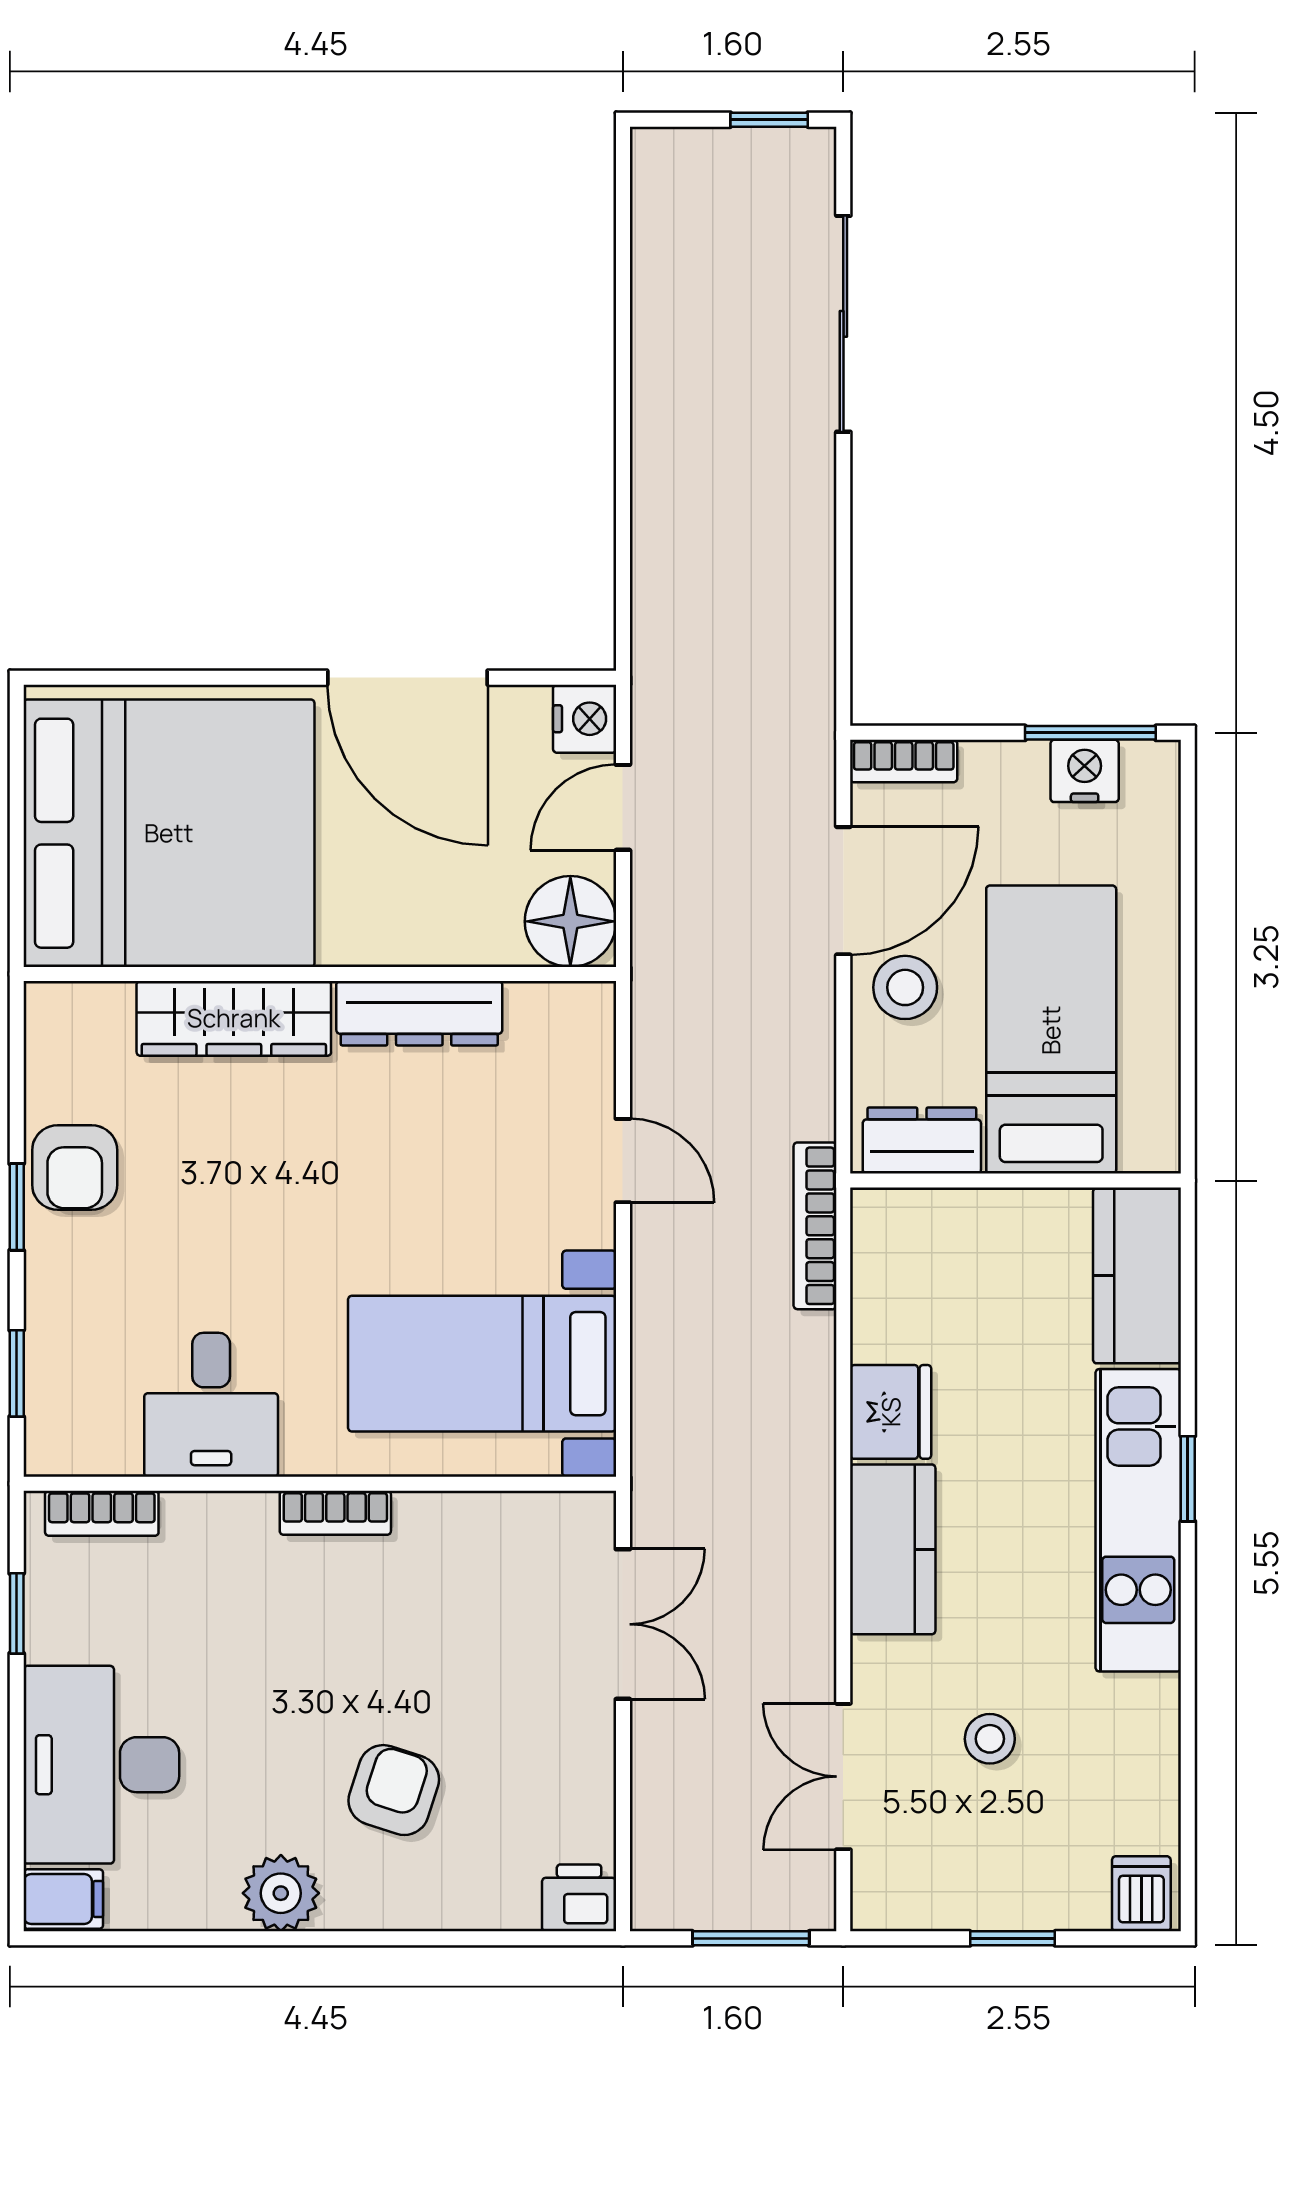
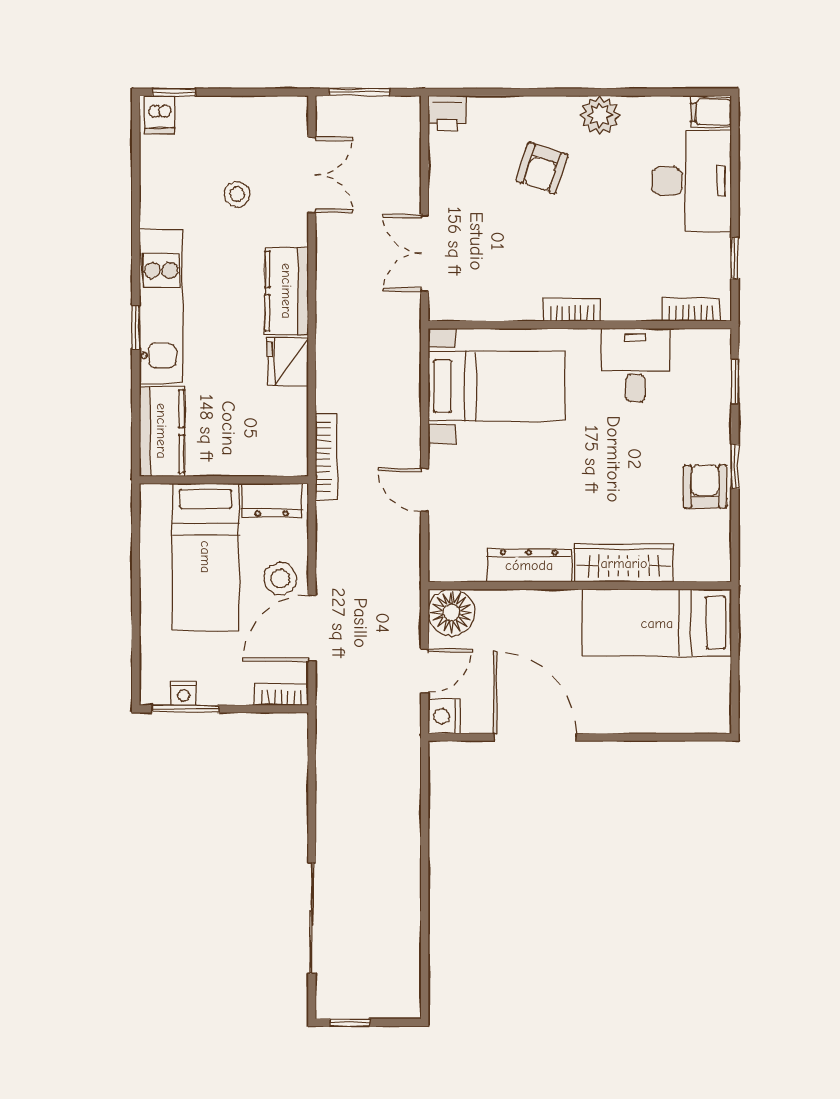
nightstand: (1085, 771) -> (184, 694), width x0.72, depth x0.74
bed: (169, 833) -> (657, 623), width x0.49
window: (1012, 1938) -> (174, 92), moved

